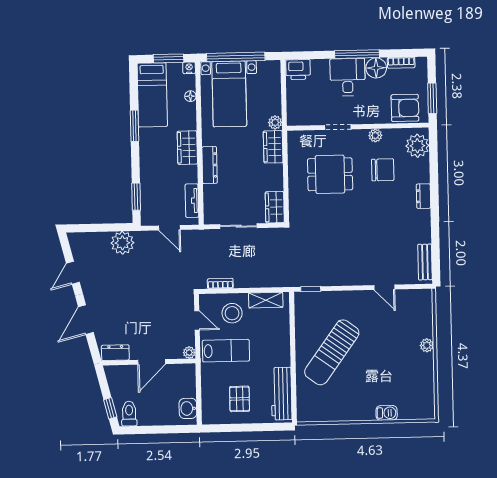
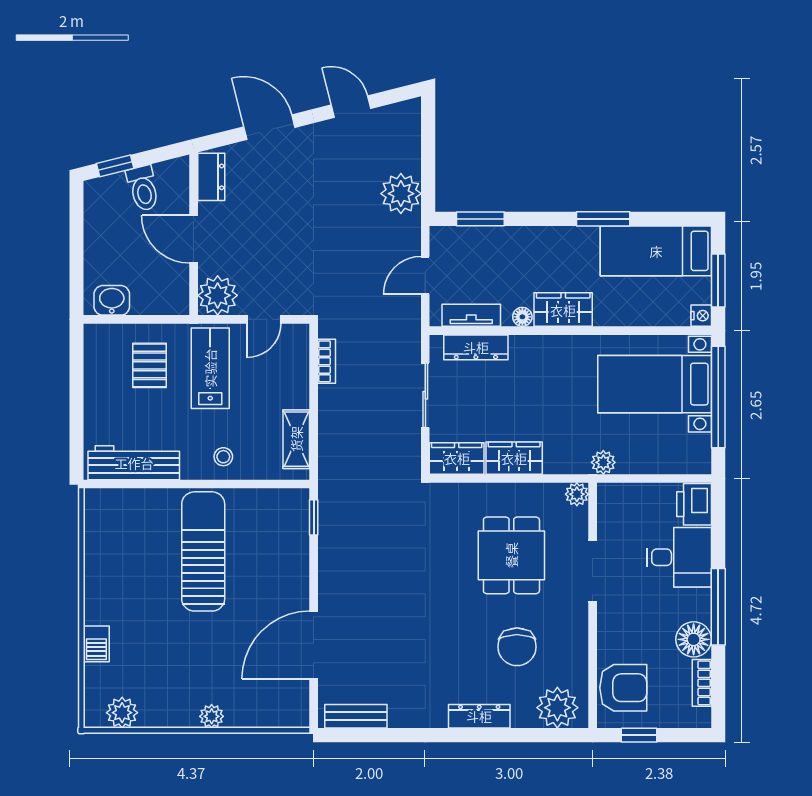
desk: (348, 77) -> (679, 557), moved
floor lamp: (190, 96) -> (522, 317), moved
window: (432, 98) -> (639, 735), width x0.67
armchair: (405, 108) -> (623, 688), turned -90
doorway: (338, 127) -> (593, 571), width x1.38
plant: (375, 135) -> (577, 494), moved
wardrobe: (273, 147) -> (514, 458), moved
dresser: (210, 165) -> (476, 347), moved
dresser: (423, 196) -> (479, 716), width x1.44
door: (384, 287) -> (314, 645), width x1.88
stool: (232, 313) -> (223, 457), moved, width x0.53, depth x0.53
lab bench: (226, 351) -> (210, 368), turned 180
sun lounger: (332, 352) -> (203, 551), turned 54
plant: (189, 353) -> (218, 295), width x1.88, depth x1.88
plant: (426, 397) -> (122, 713), added
pallet: (240, 399) -> (149, 365), moved, turned 90
toilet: (129, 414) -> (143, 188), moved, turned 76

